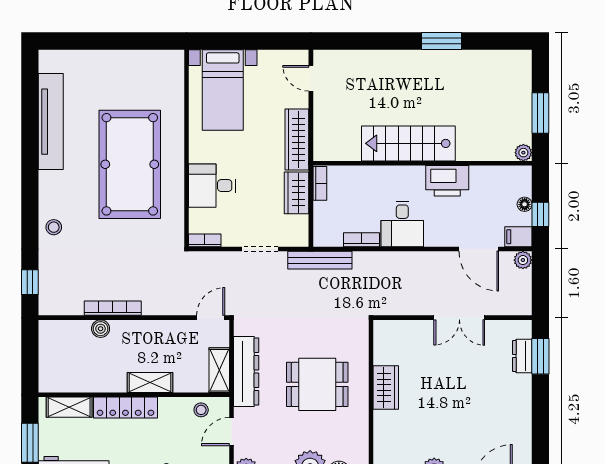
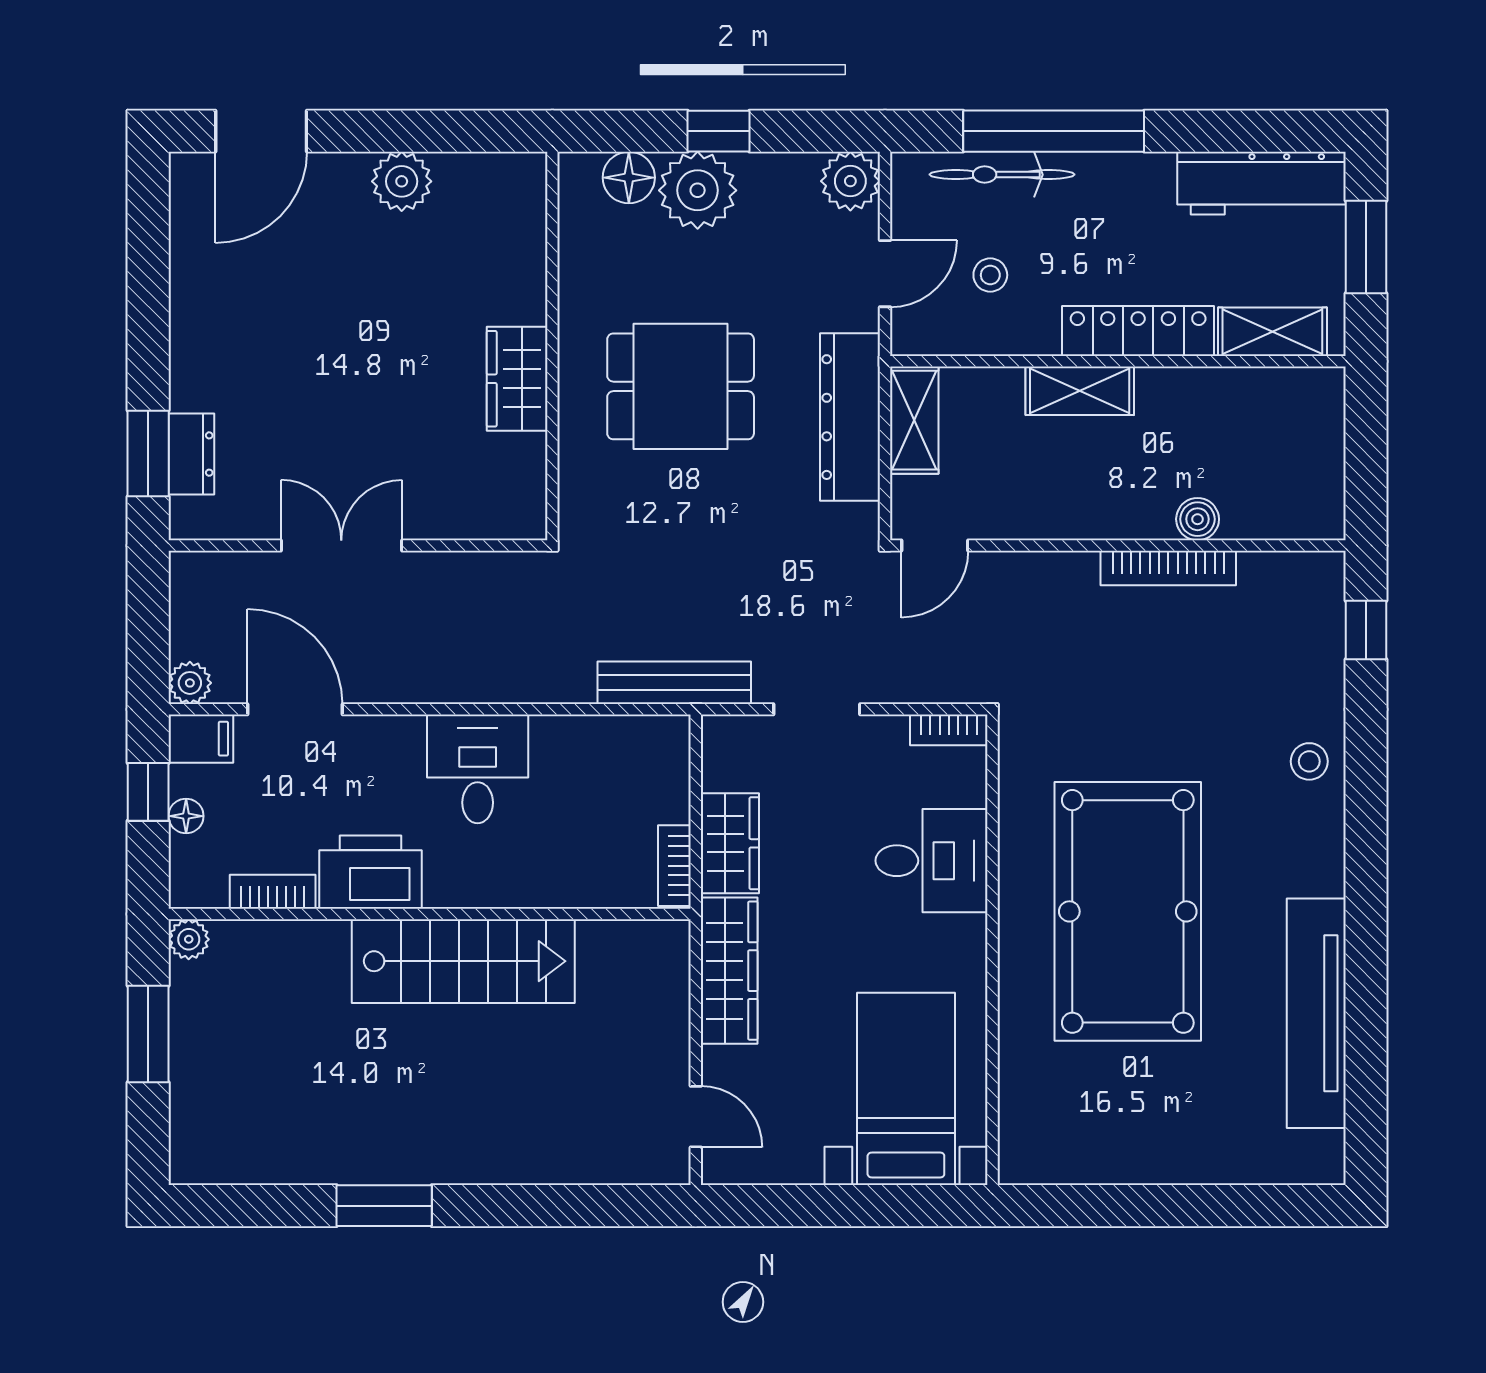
bookcase: (361, 240) -> (273, 892), moved, turned 180
stool: (201, 410) -> (990, 275), moved

